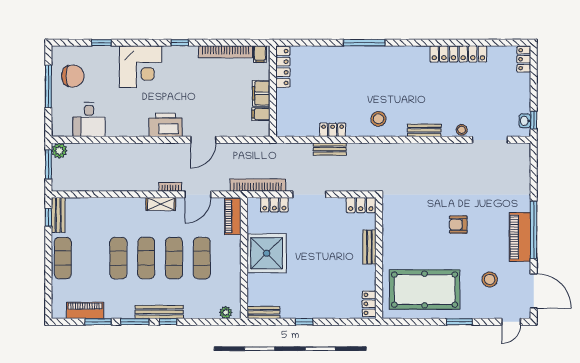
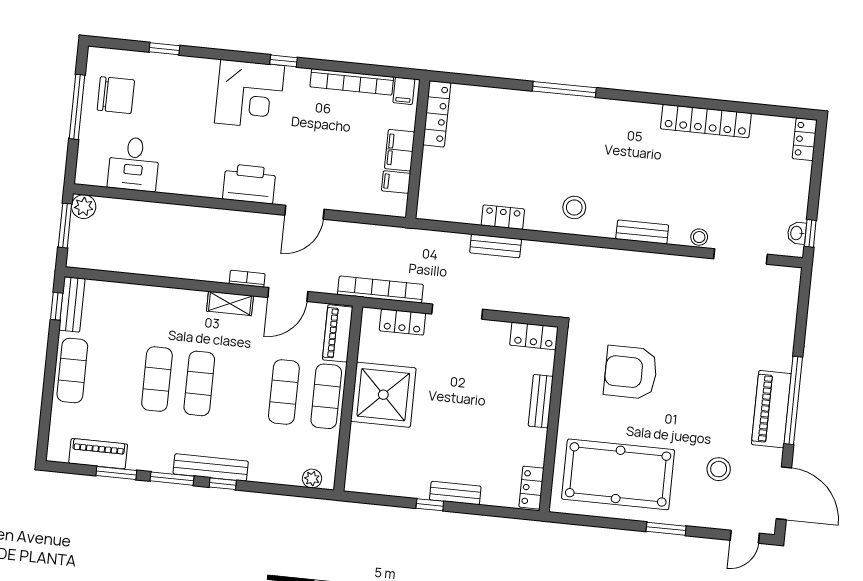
corner desk: (141, 67) -> (249, 94), moved
armchair: (458, 225) -> (631, 372), moved, width x1.88, depth x1.88
exercise mat: (174, 258) -> (326, 396), moved
bench: (263, 312) -> (455, 493), moved

